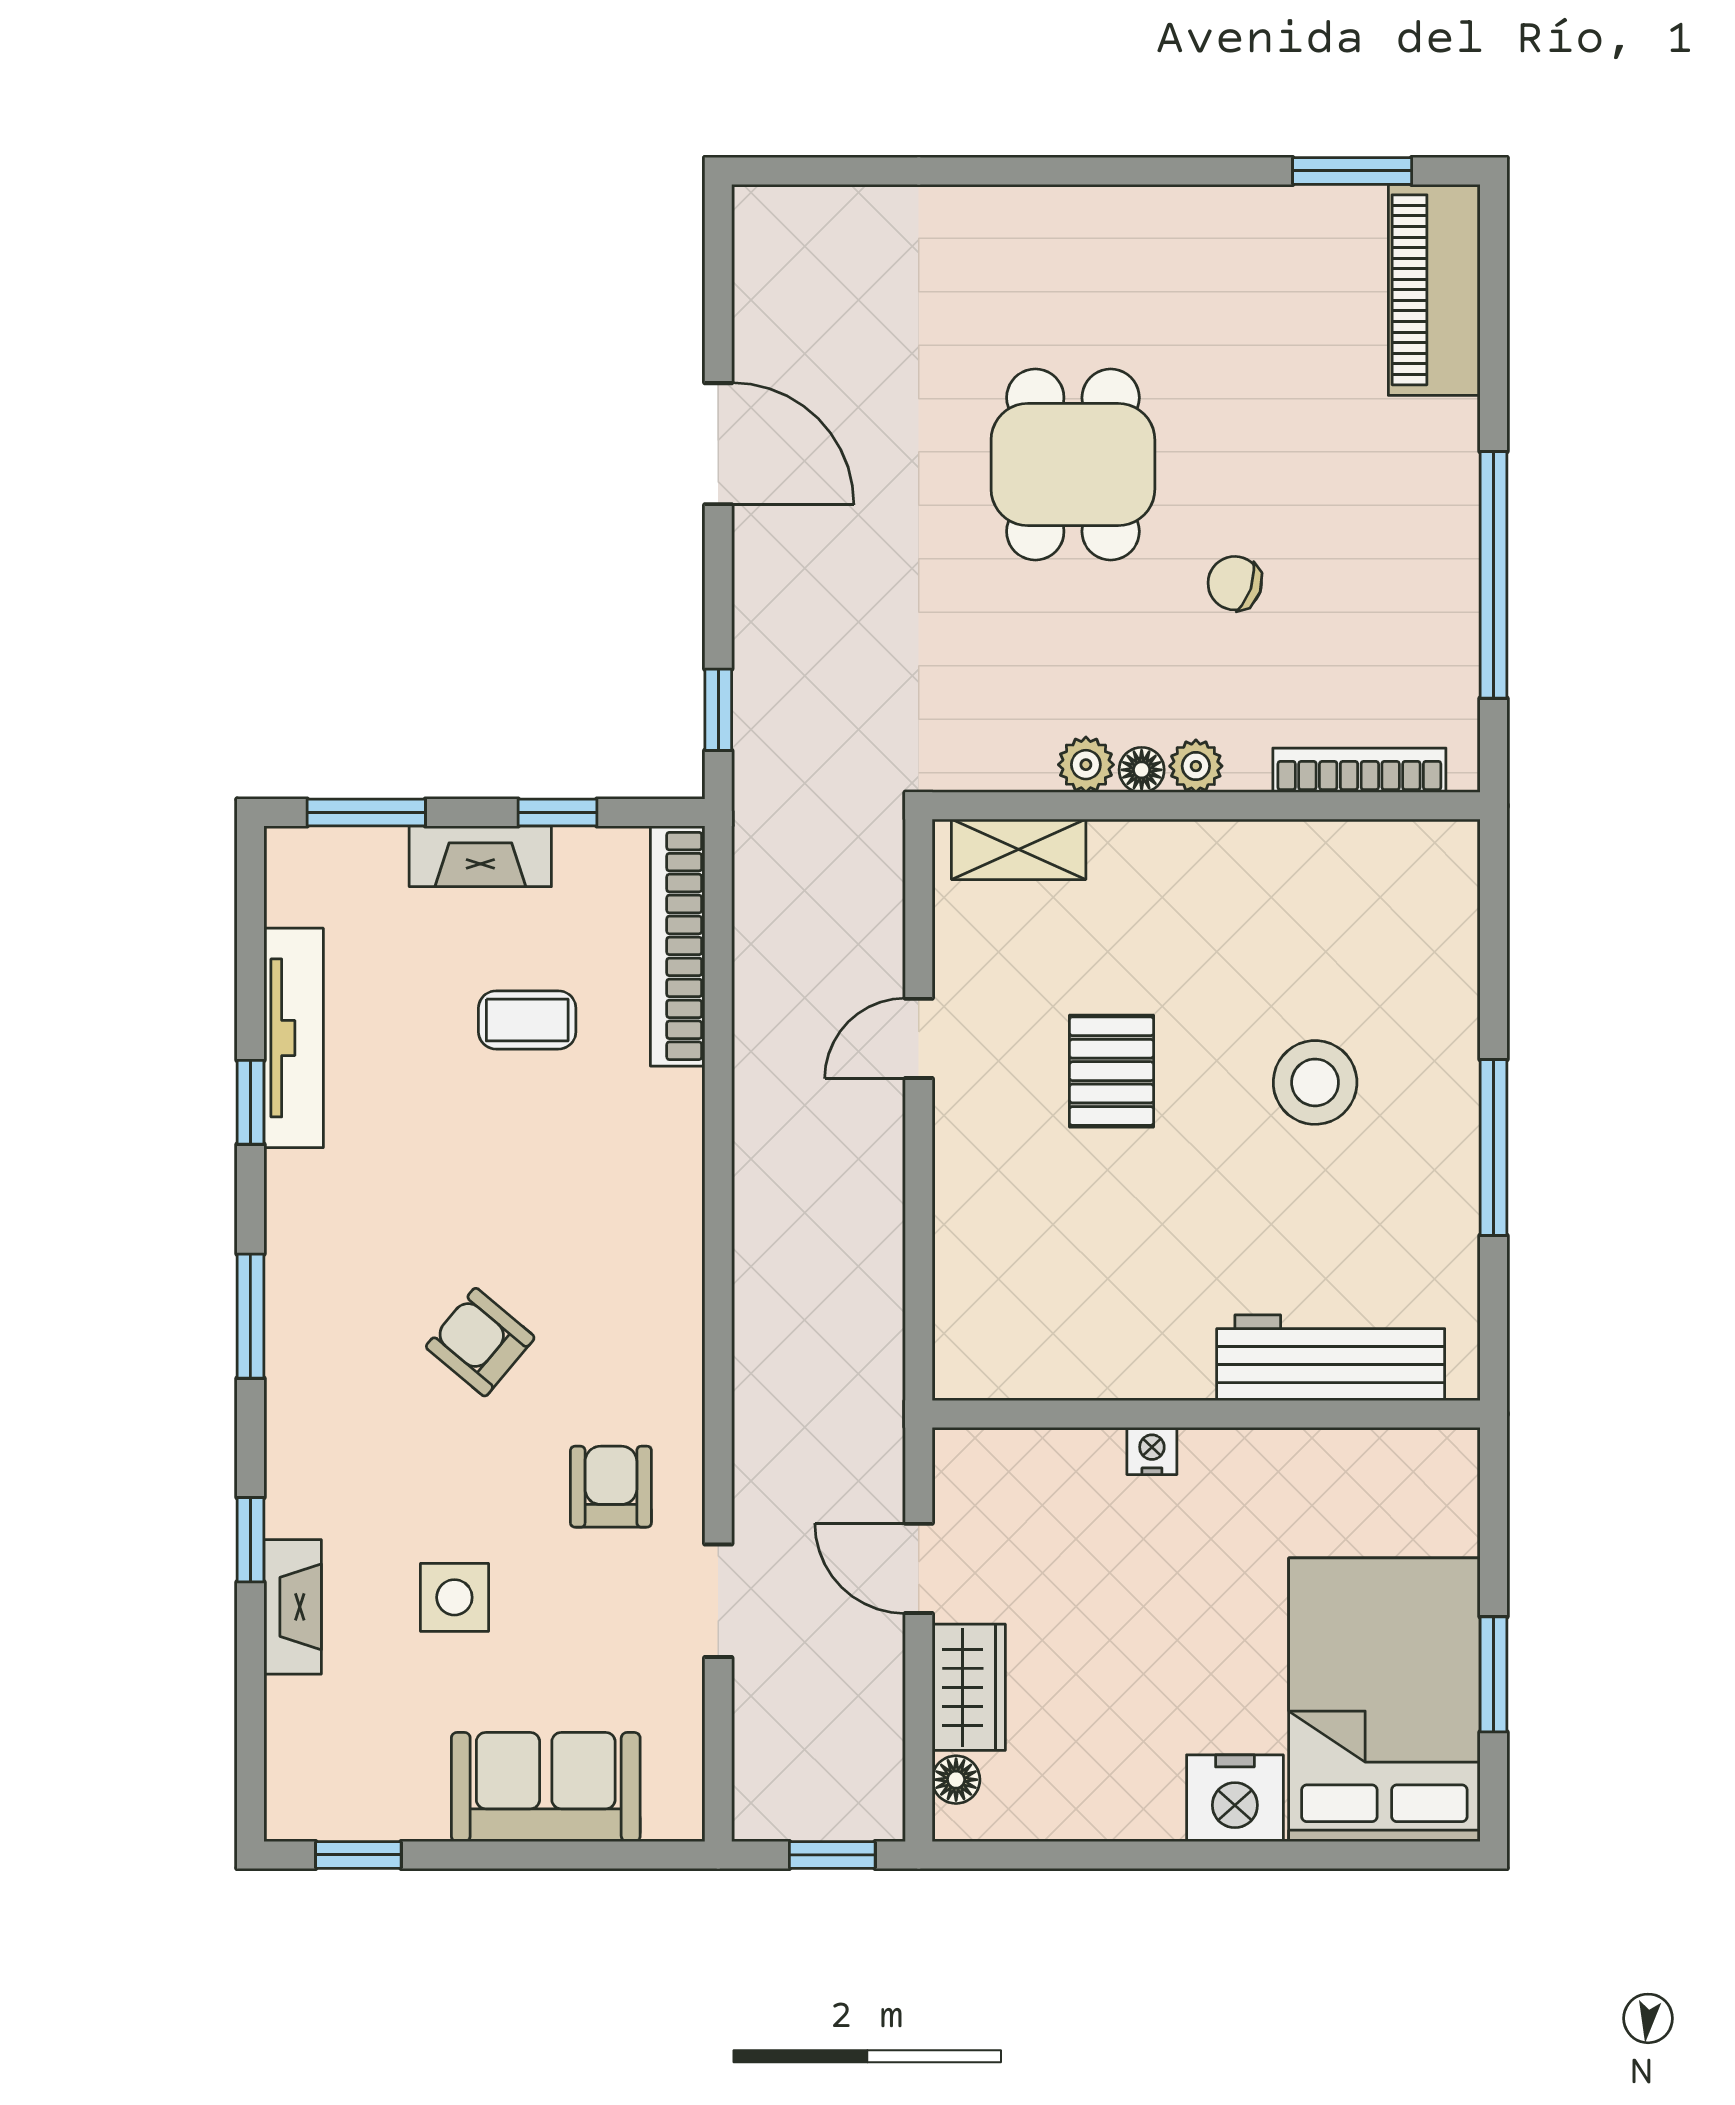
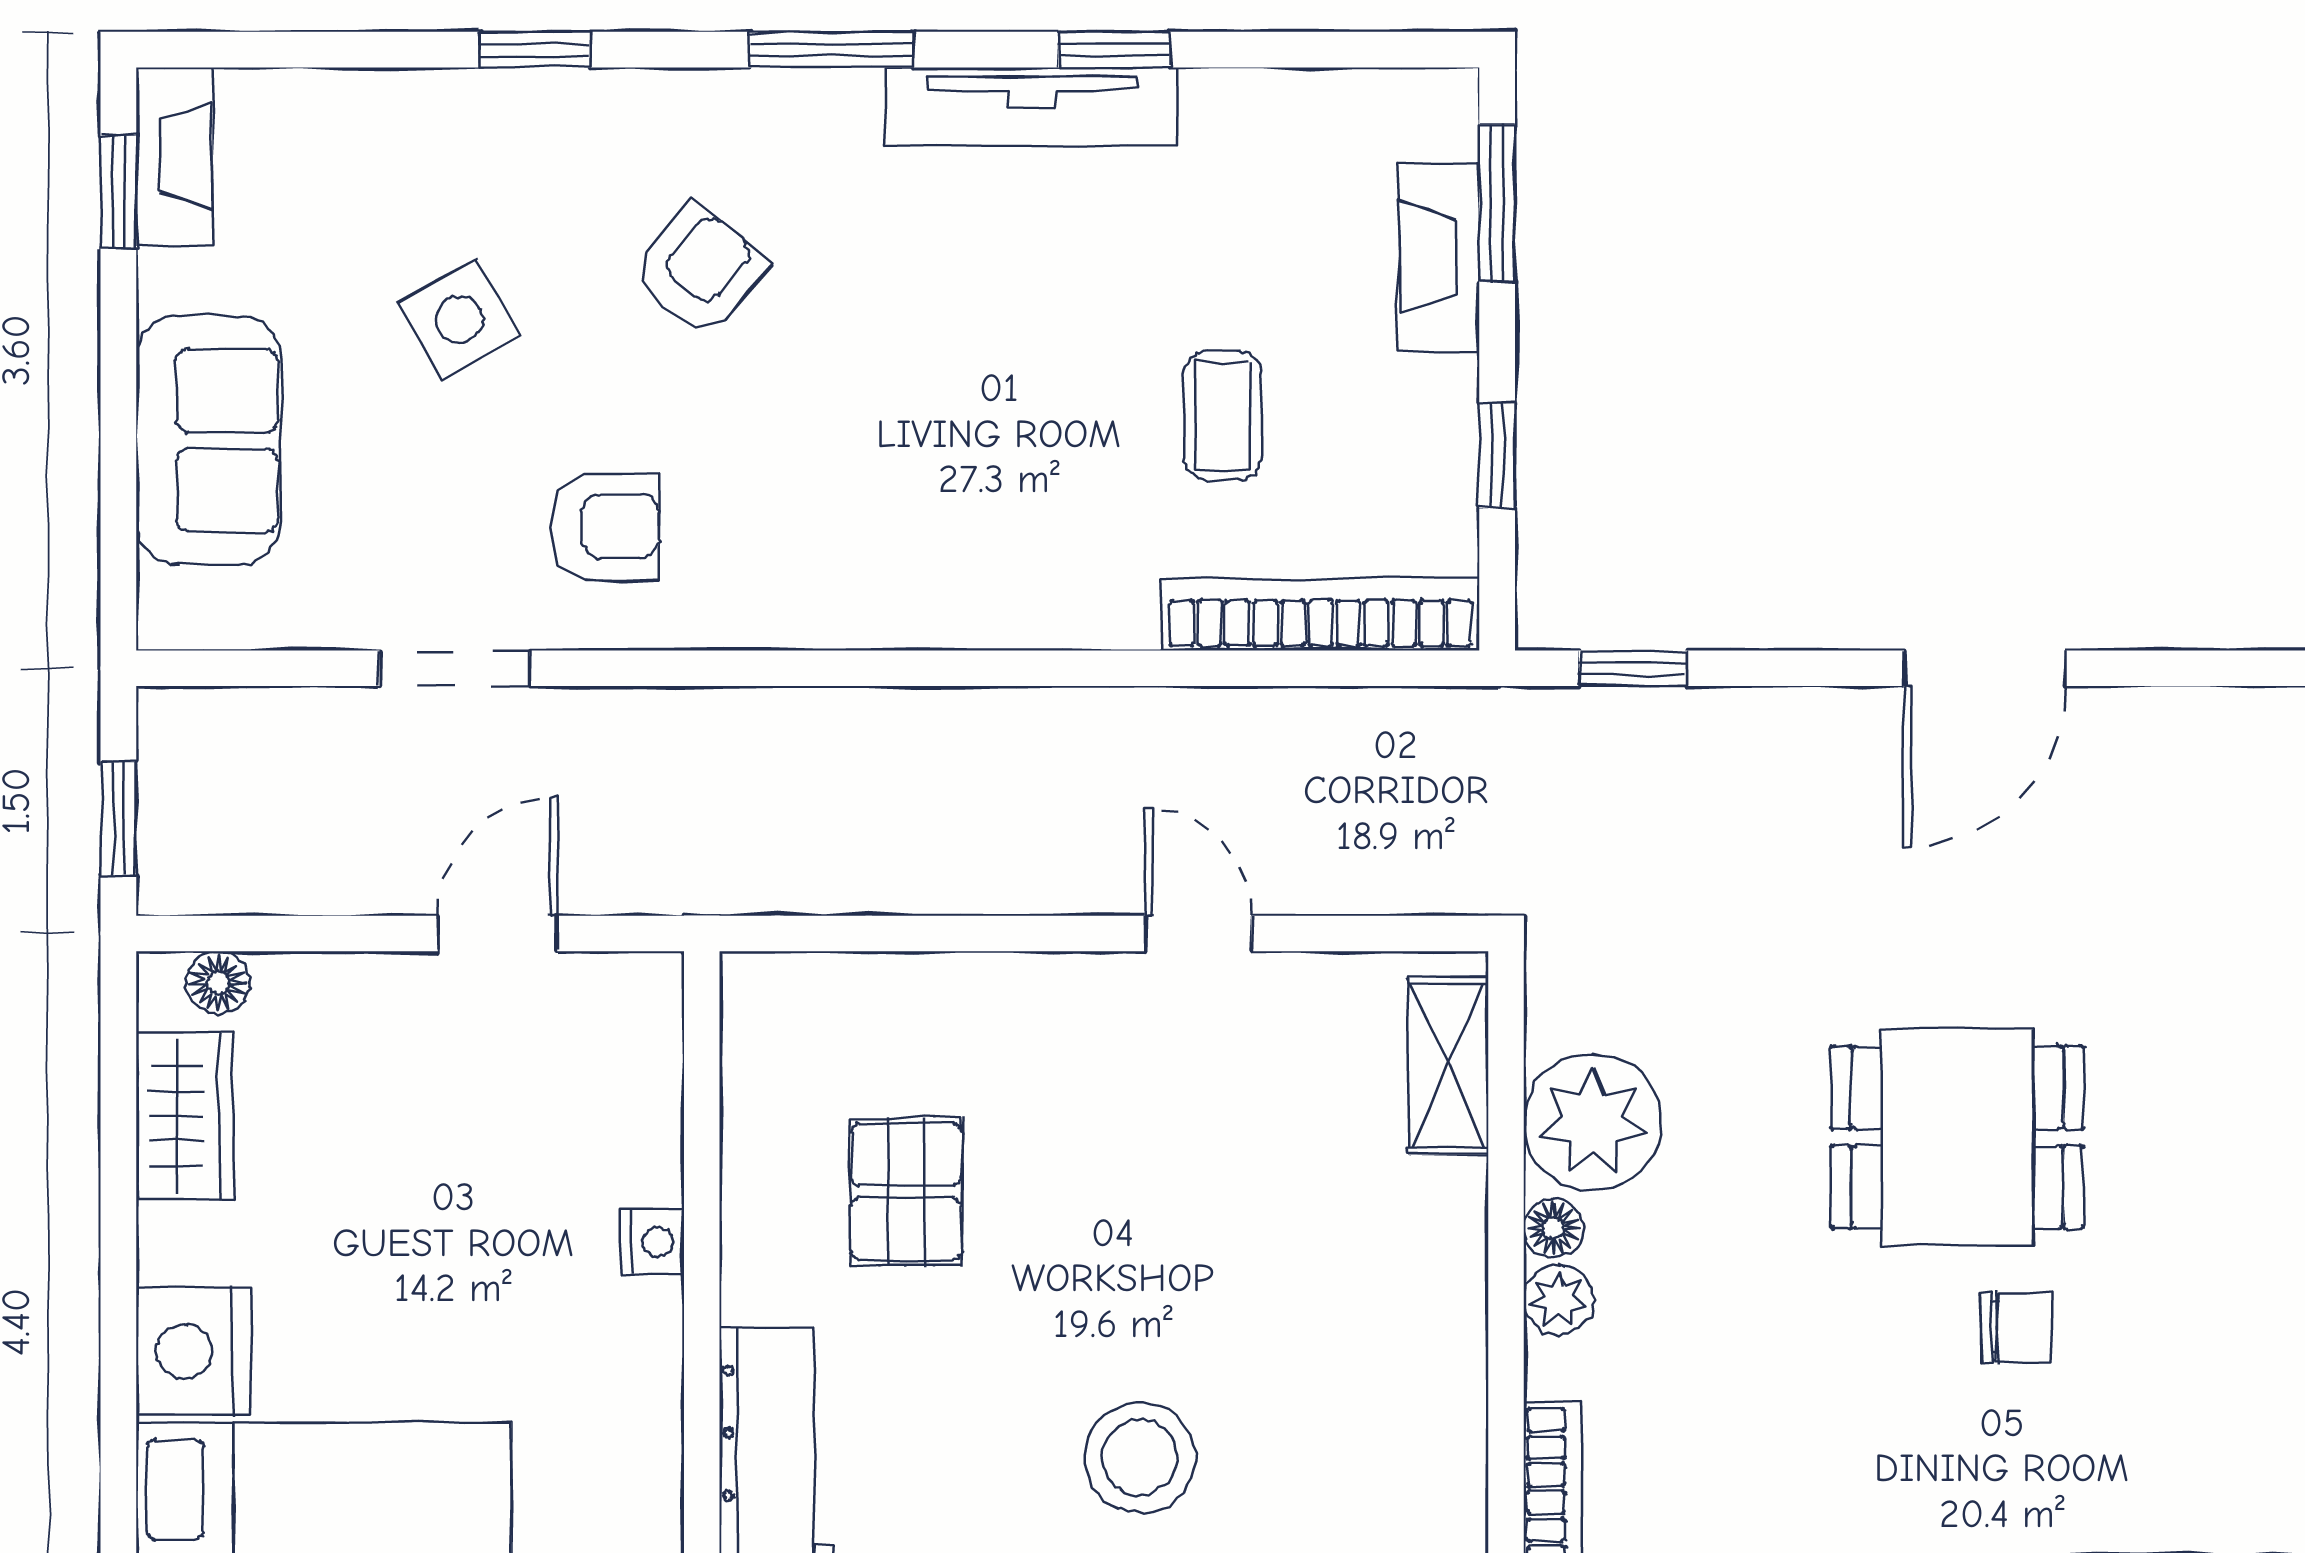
chair: (1235, 583) -> (2017, 1327), moved, turned 71
plant: (1086, 765) -> (1593, 1122), width x1.88, depth x1.88
fireplace: (480, 856) -> (1439, 257), moved
tv unit: (294, 1038) -> (1032, 107), moved
pallet: (1112, 1071) -> (906, 1192), moved, turned 90
armchair: (480, 1342) -> (699, 271), moved
side table: (454, 1597) -> (459, 319), turned -30
fireplace: (293, 1607) -> (174, 156), moved, turned -90
wardrobe: (969, 1687) -> (185, 1116), moved, turned -90

